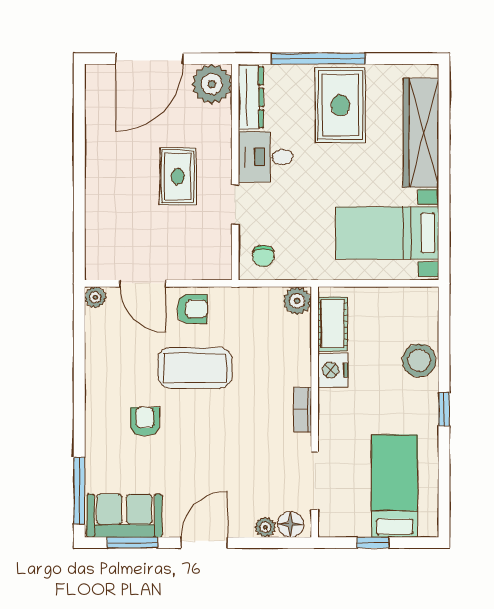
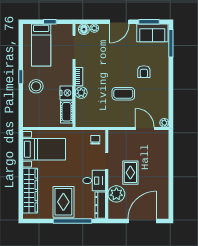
plant: (212, 84) -> (116, 194), moved
plant: (297, 301) -> (81, 93), moved
armchair: (192, 309) -> (124, 118), removed
stool: (419, 360) -> (36, 86), moved
coffee table: (195, 368) -> (123, 94), width x0.73, depth x0.76

